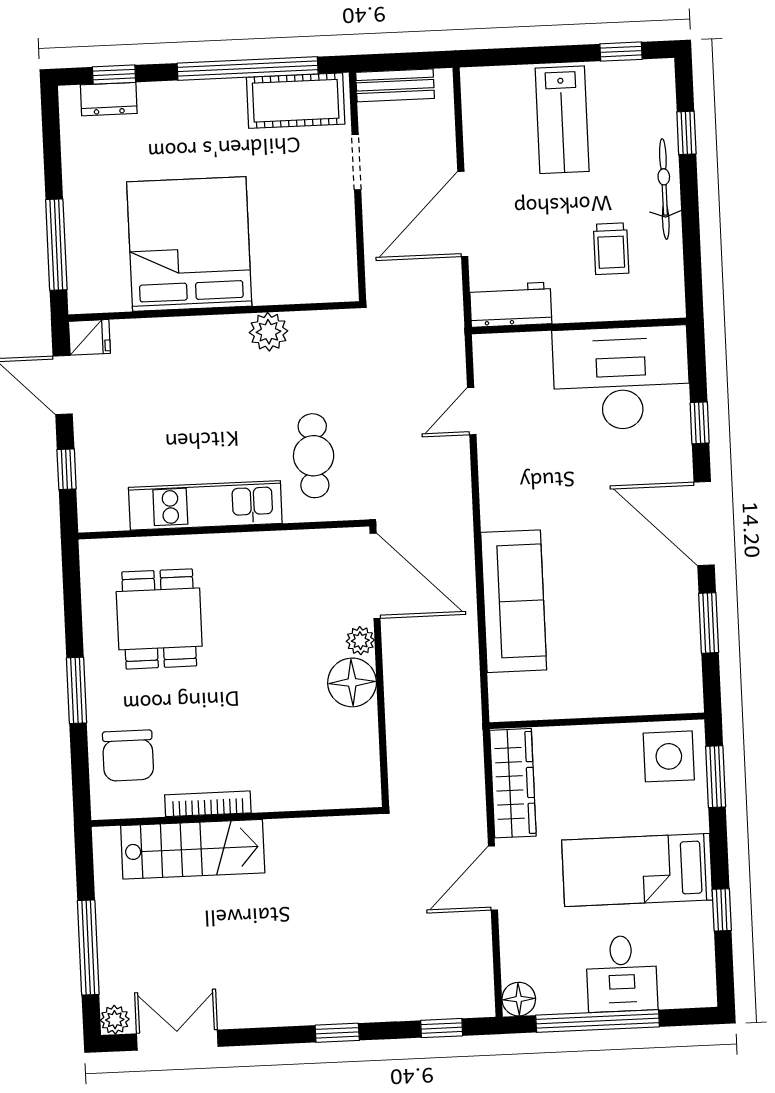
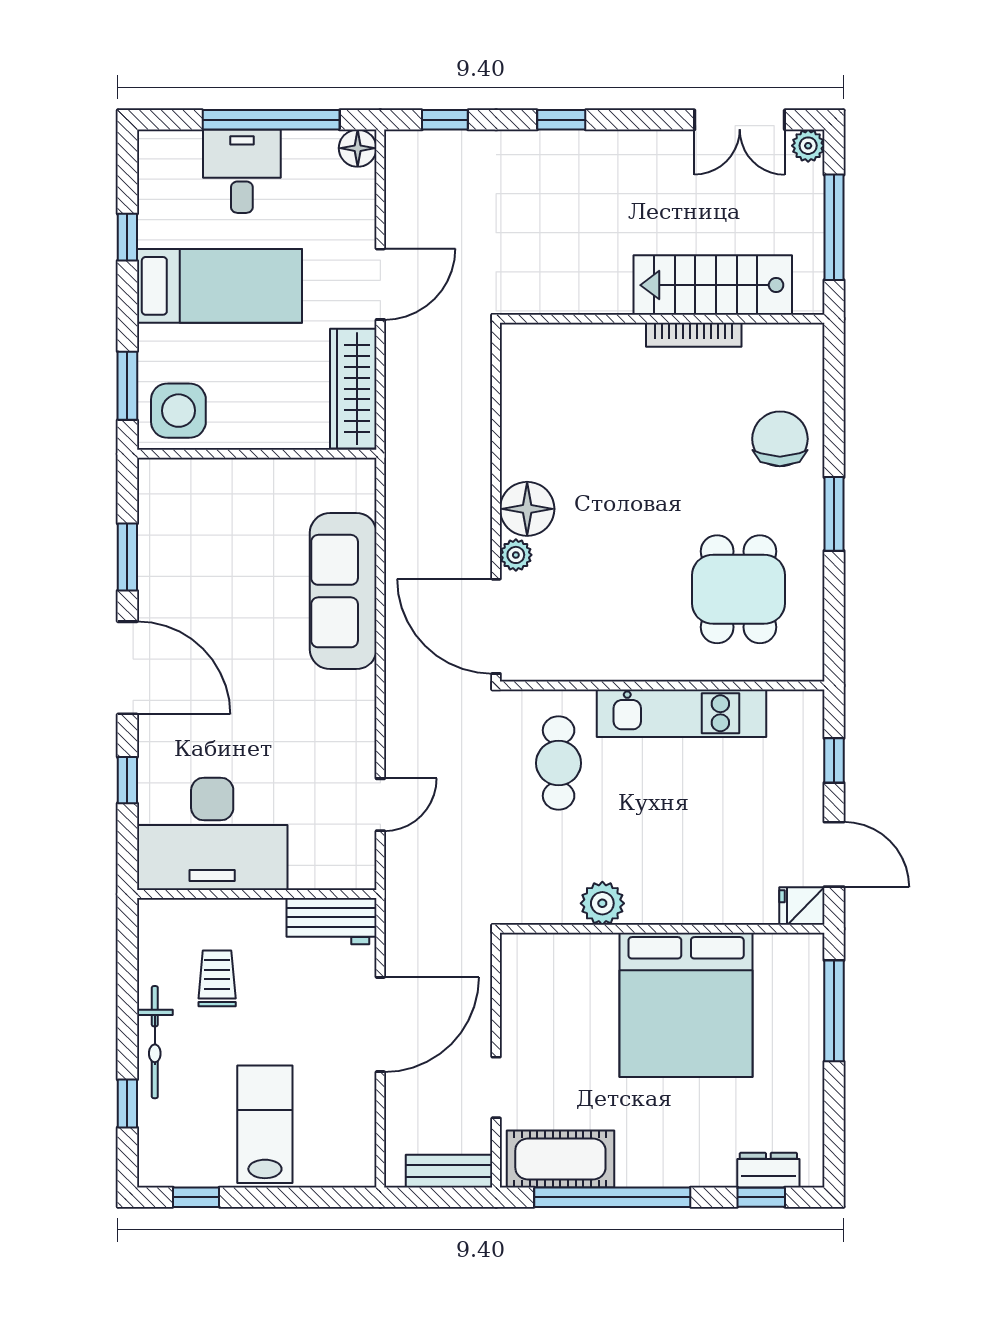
bookcase: (208, 804) -> (694, 335), moved
wall: (237, 817) -> (662, 319), moved
stairs: (193, 849) -> (713, 285), moved

